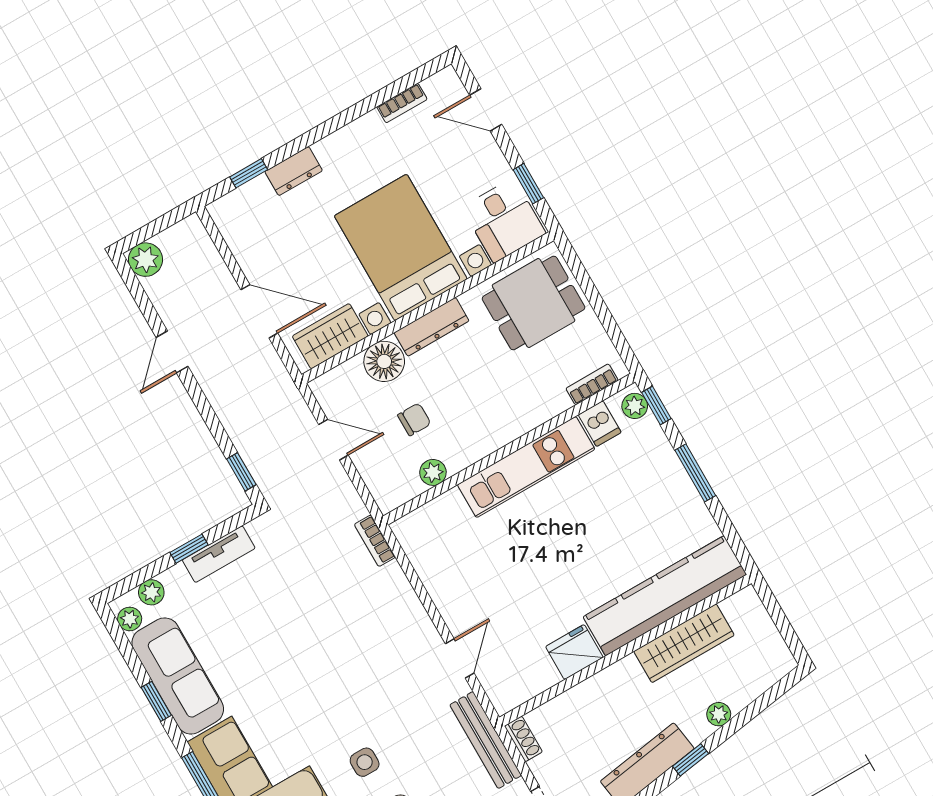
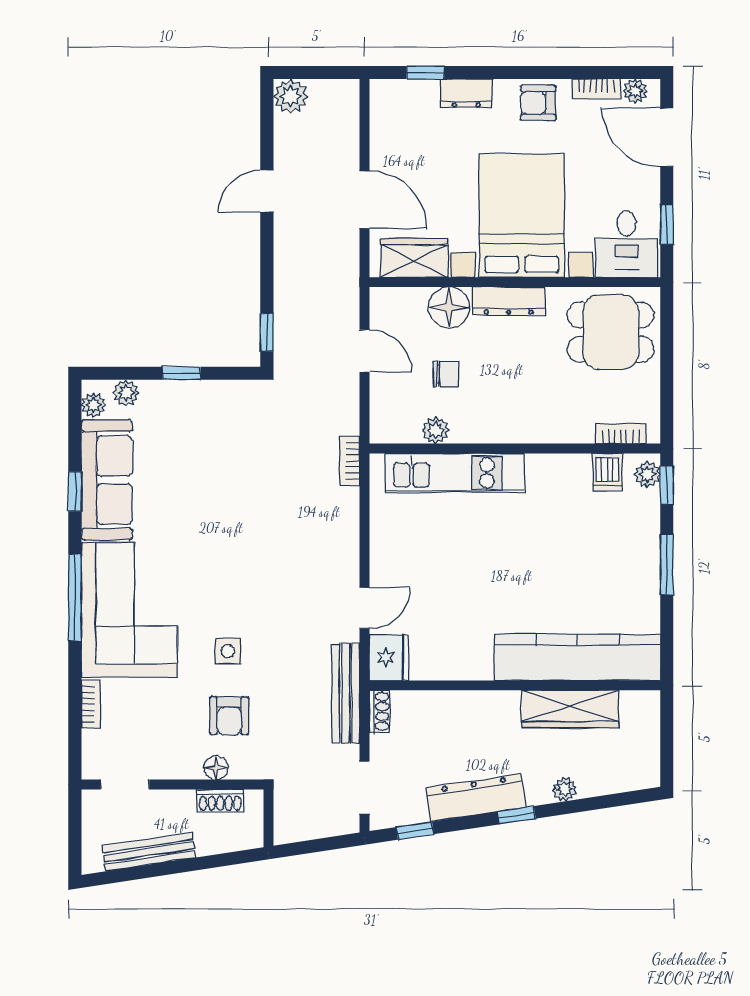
plant: (436, 86) -> (635, 91), added
door: (486, 110) -> (667, 137), width x1.38
armchair: (359, 144) -> (538, 103), added
kitchen unit: (526, 467) -> (455, 473), moved
tv unit: (219, 554) -> (205, 393), removed
fridge: (574, 652) -> (389, 658), moved, turned 90

